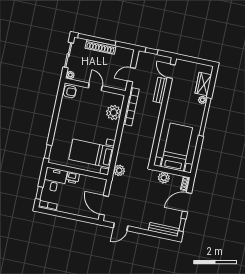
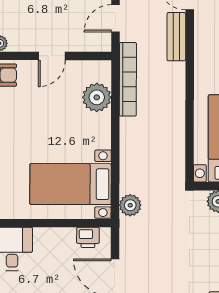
door: (95, 87) -> (52, 56), swing flipped
printer: (73, 178) -> (88, 237), moved

